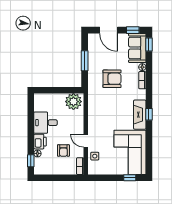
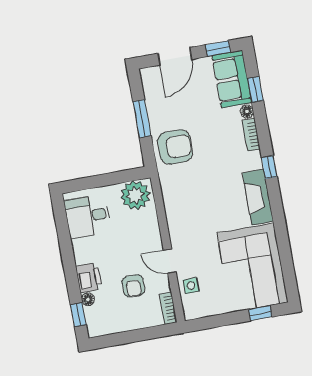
door: (109, 30) -> (175, 56), hinge flipped
window: (149, 45) -> (255, 90), moved
armchair: (112, 79) -> (175, 147), moved
window: (149, 114) -> (269, 167), moved
desk: (46, 123) -> (88, 216), moved

